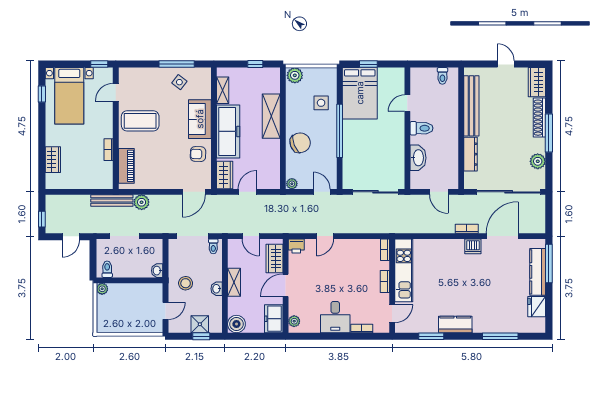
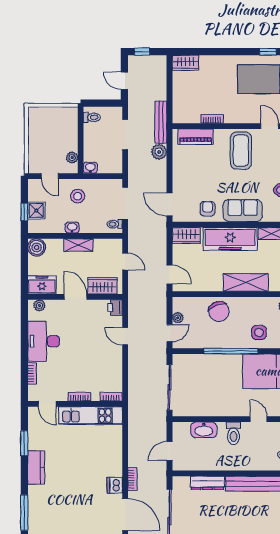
wardrobe: (53, 160) -> (185, 63), moved
plant: (292, 184) -> (178, 318), moved
door: (247, 192) -> (170, 274), moved
door: (251, 236) -> (125, 262), swing flipped
plant: (102, 289) -> (72, 158), moved
desk: (335, 317) -> (44, 341), width x1.37

